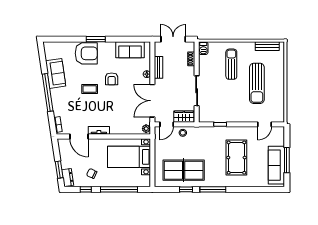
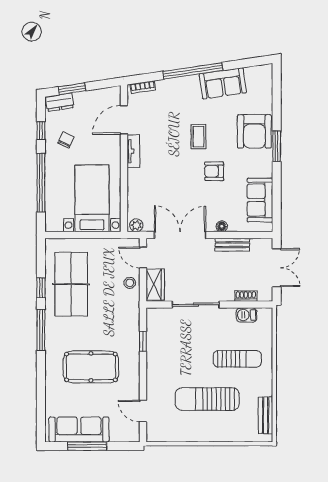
barbecue: (203, 48) -> (247, 315), moved

